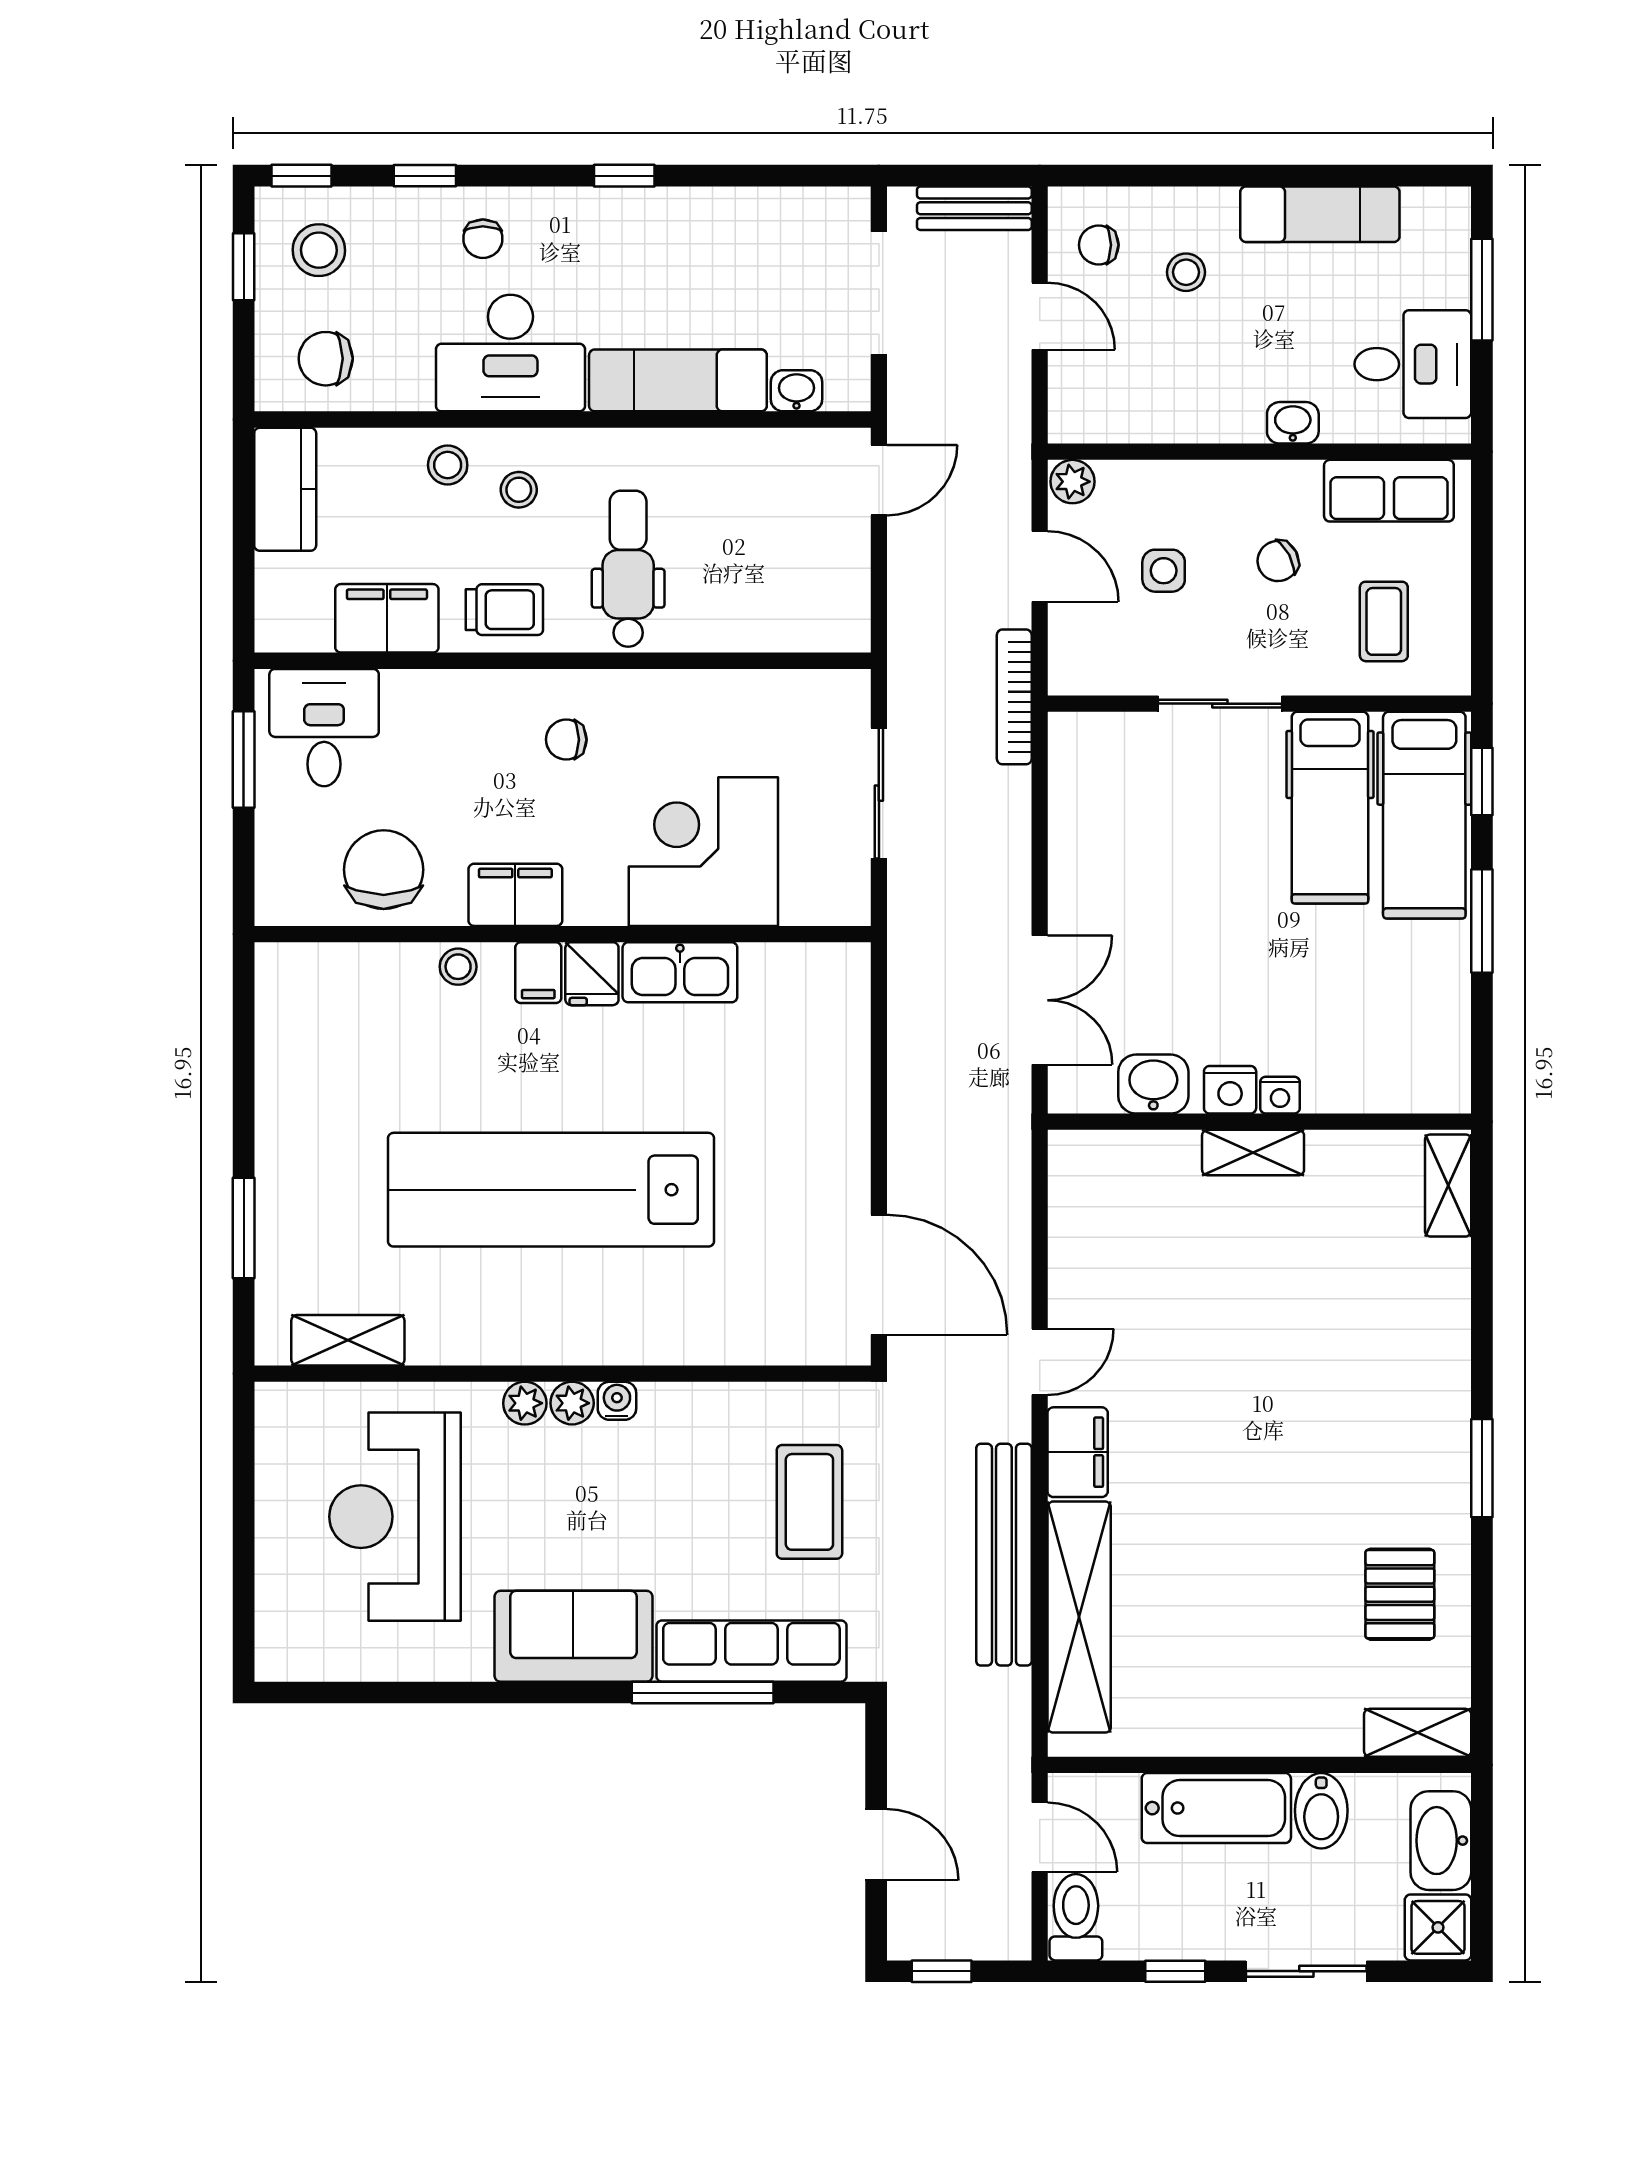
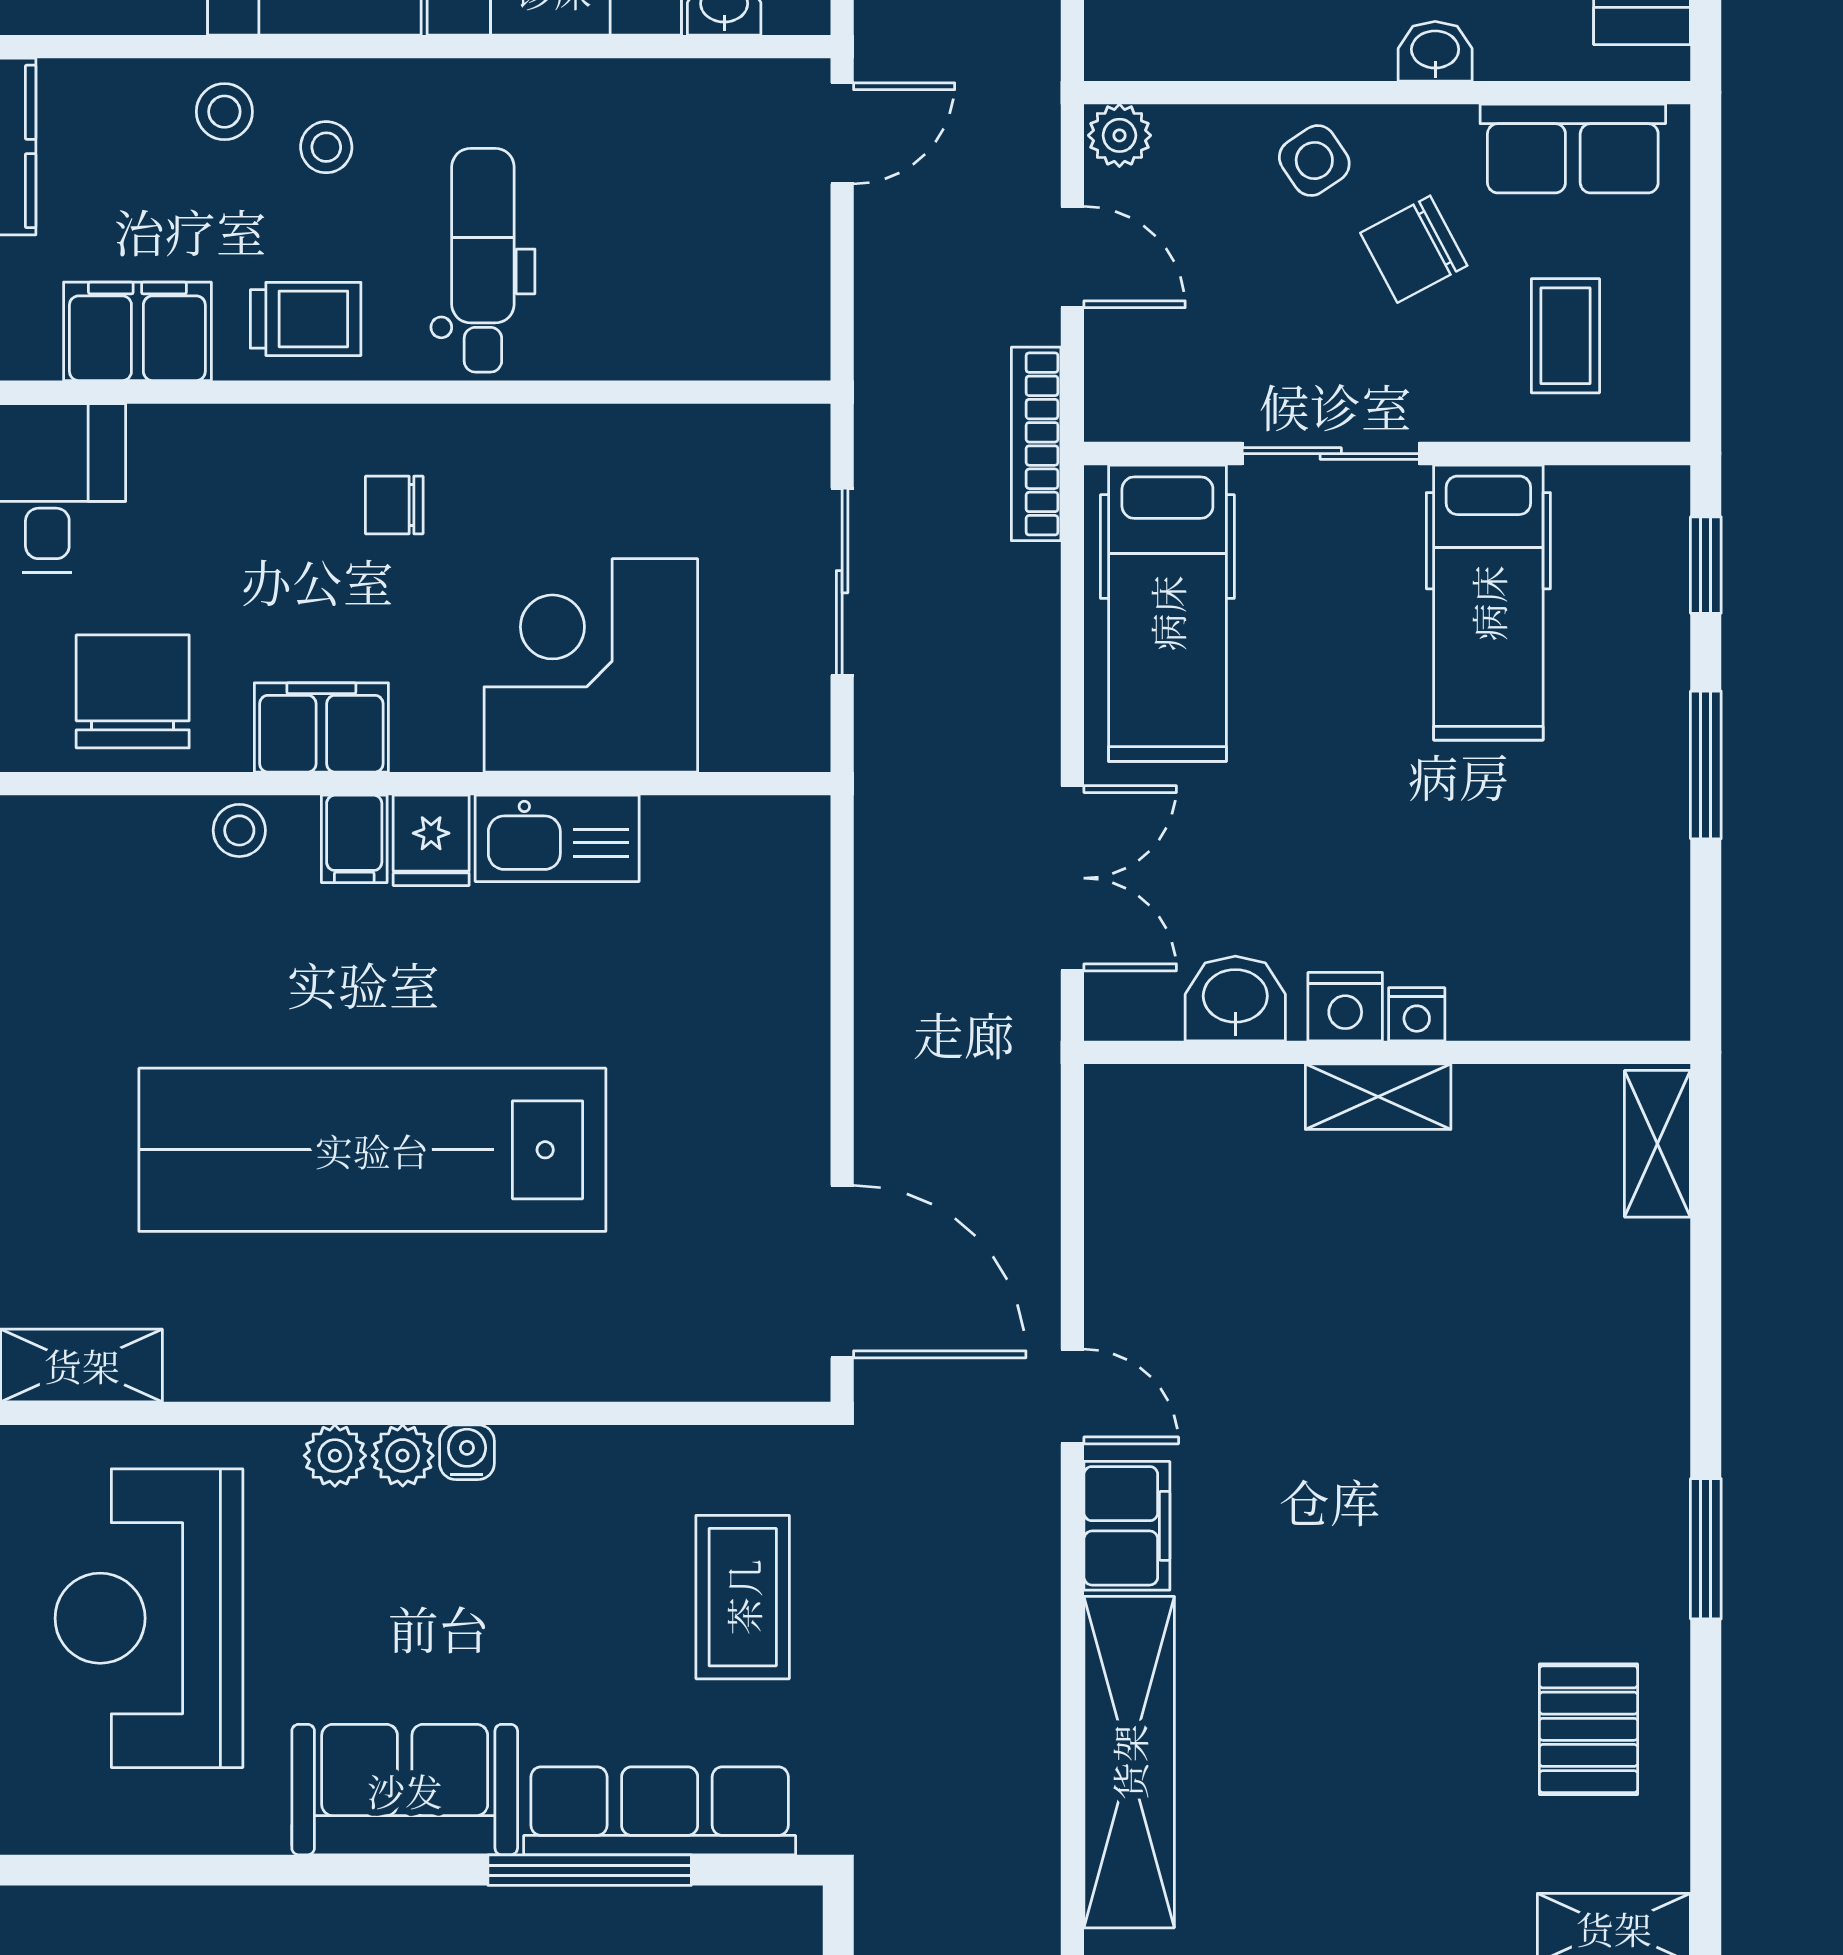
chair: (1278, 561) -> (1414, 249), width x1.37, depth x1.37
side table: (1164, 571) -> (1314, 161), moved, turned -34
hospital bed: (1424, 815) -> (1167, 613), moved
door: (1040, 1362) -> (1072, 1397), hinge flipped
bench: (1004, 1555) -> (1021, 1673), removed

